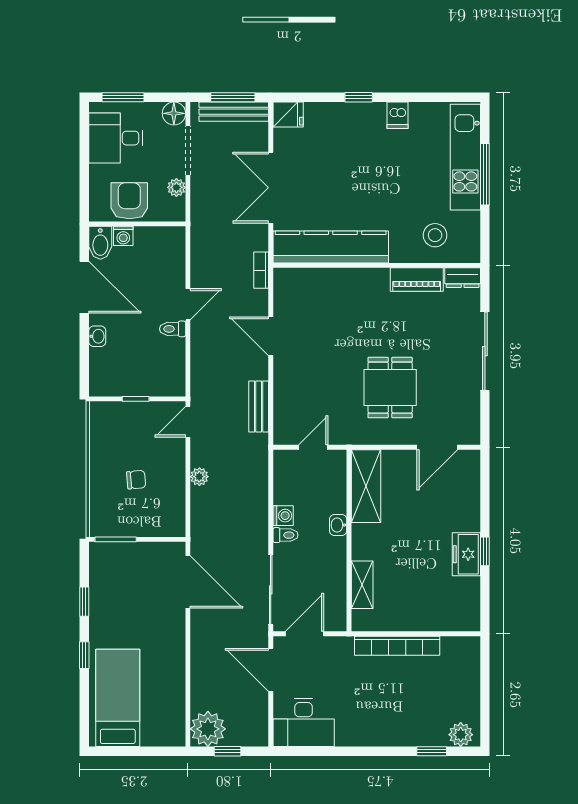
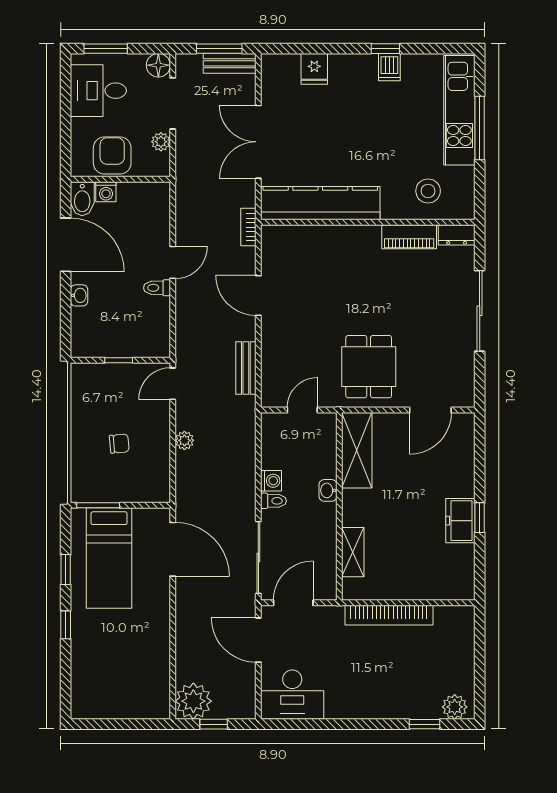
window: (359, 97) -> (385, 49), moved
bench: (234, 112) -> (230, 63), width x0.73
fridge: (288, 115) -> (314, 69), moved, turned 90
dining table: (390, 388) -> (369, 367), moved
bed: (118, 698) -> (109, 558), moved, turned 180

